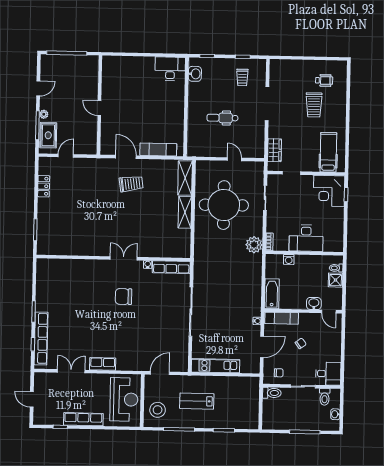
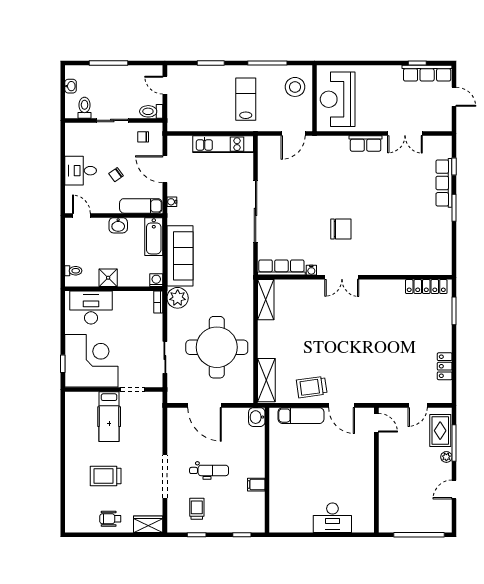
desk: (170, 69) -> (332, 518), moved
washbasin: (195, 74) -> (257, 417), moved
wheelchair: (324, 80) -> (110, 519), moved
filing cabinet: (195, 96) -> (256, 485), added
trolley: (314, 105) -> (106, 476), turned -90
door: (99, 108) -> (376, 423), moved
dental chair: (223, 118) -> (209, 470), moved
wardrobe: (274, 150) -> (148, 524), moved, turned 90
hospital bed: (328, 152) -> (109, 417), moved
door: (234, 159) -> (205, 405), width x1.87
trolley: (131, 184) -> (312, 387), moved
corner desk: (329, 191) -> (91, 361), width x1.36, depth x1.36
shelving: (185, 212) -> (266, 300), moved
desk: (306, 238) -> (91, 308), moved
locker: (57, 250) -> (426, 287), added
washing machine: (289, 259) -> (156, 280), moved
sofa: (251, 278) -> (180, 256), added
shower: (335, 280) -> (108, 278), moved
washbasin: (314, 303) -> (118, 225), moved
row of seats: (41, 338) -> (444, 183), width x0.73
door: (262, 347) -> (165, 169), hinge flipped
desk: (328, 374) -> (81, 171), moved
lab bench: (197, 401) -> (246, 99), turned -90
door: (261, 413) -> (165, 85), added
row of seats: (83, 419) -> (427, 73), moved

